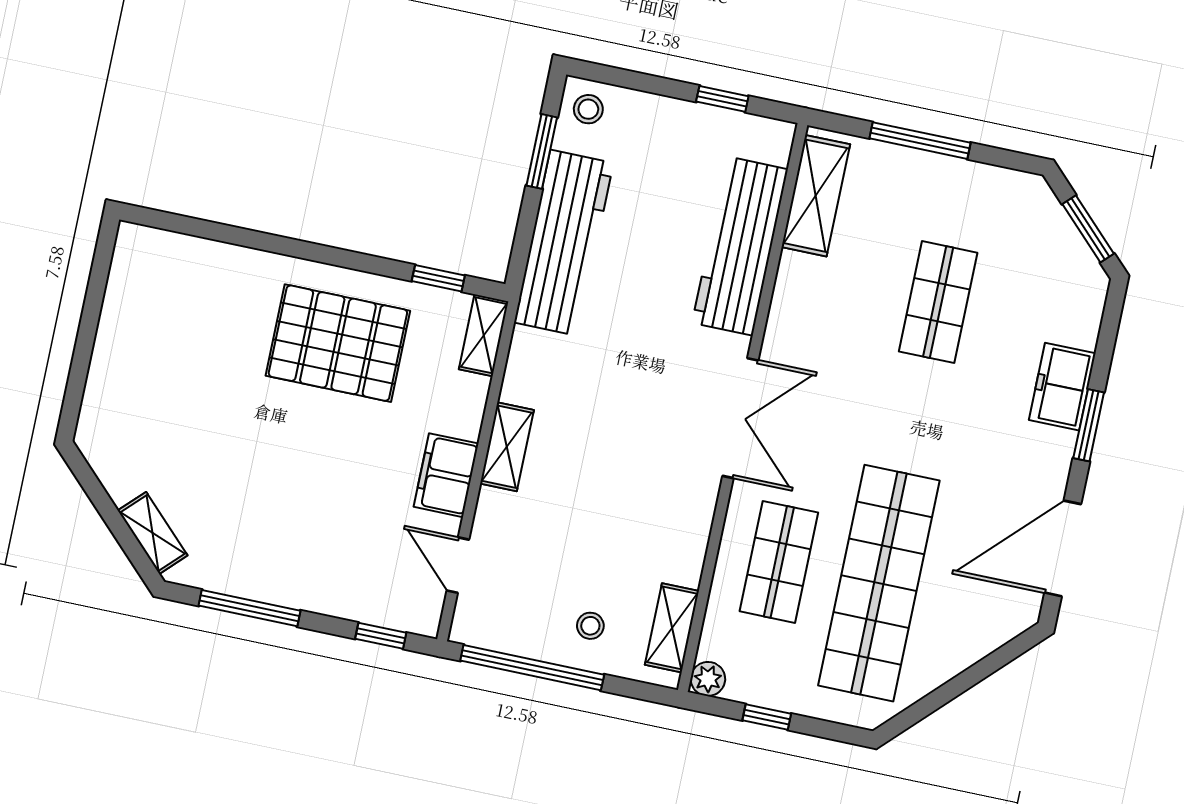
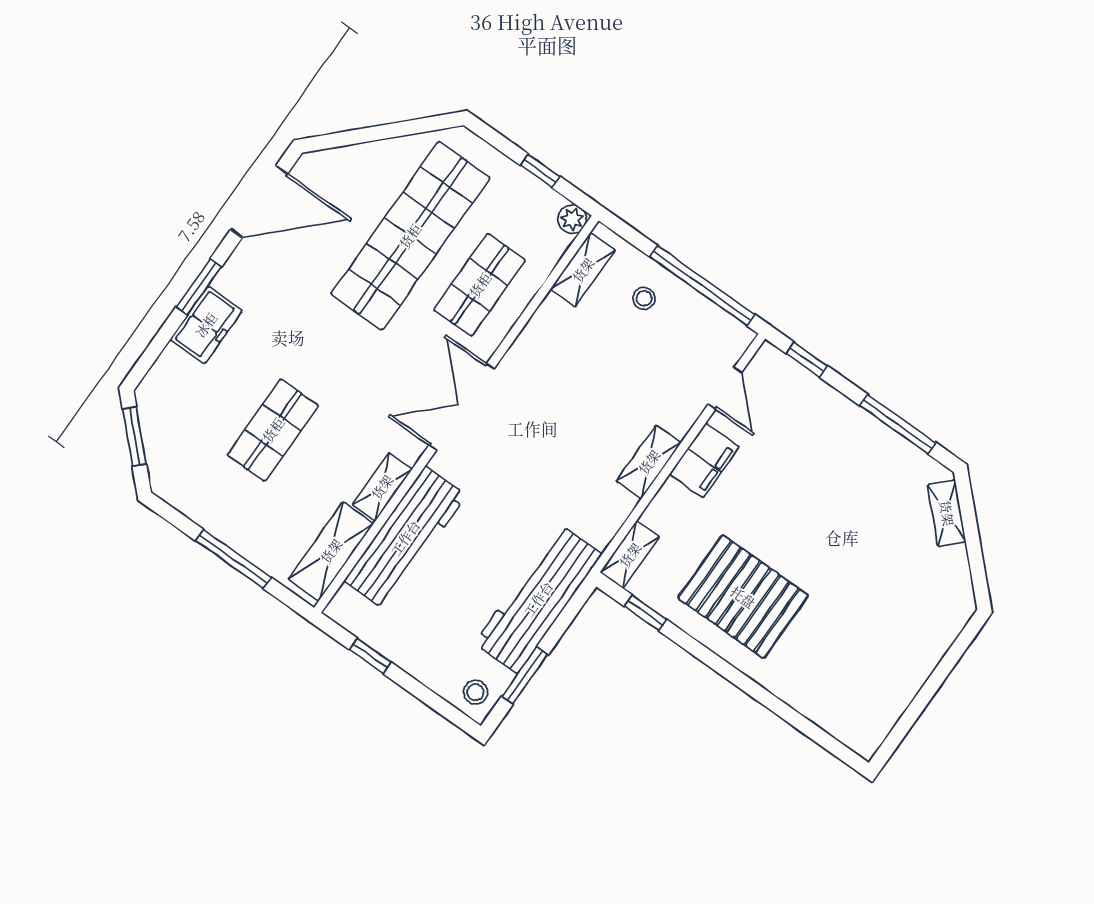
shelving: (790, 292) -> (382, 487), added

